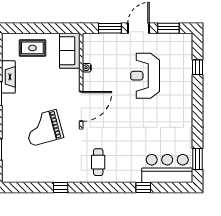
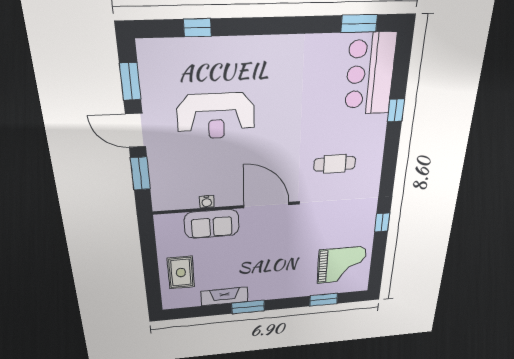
sofa: (70, 51) -> (212, 224), moved
grand piano: (44, 128) -> (342, 265), moved, turned -75
cafe table: (98, 162) -> (335, 164), moved

